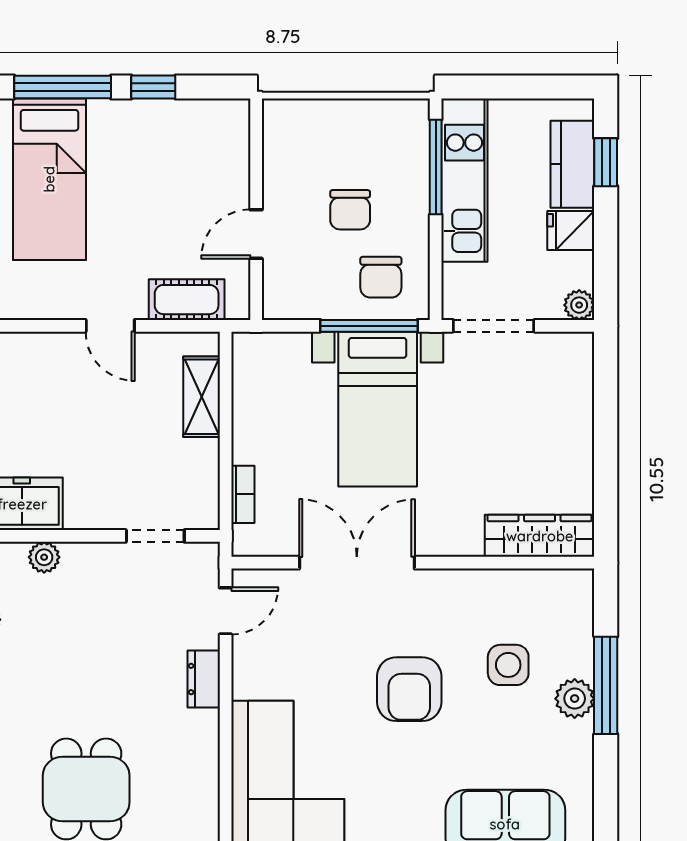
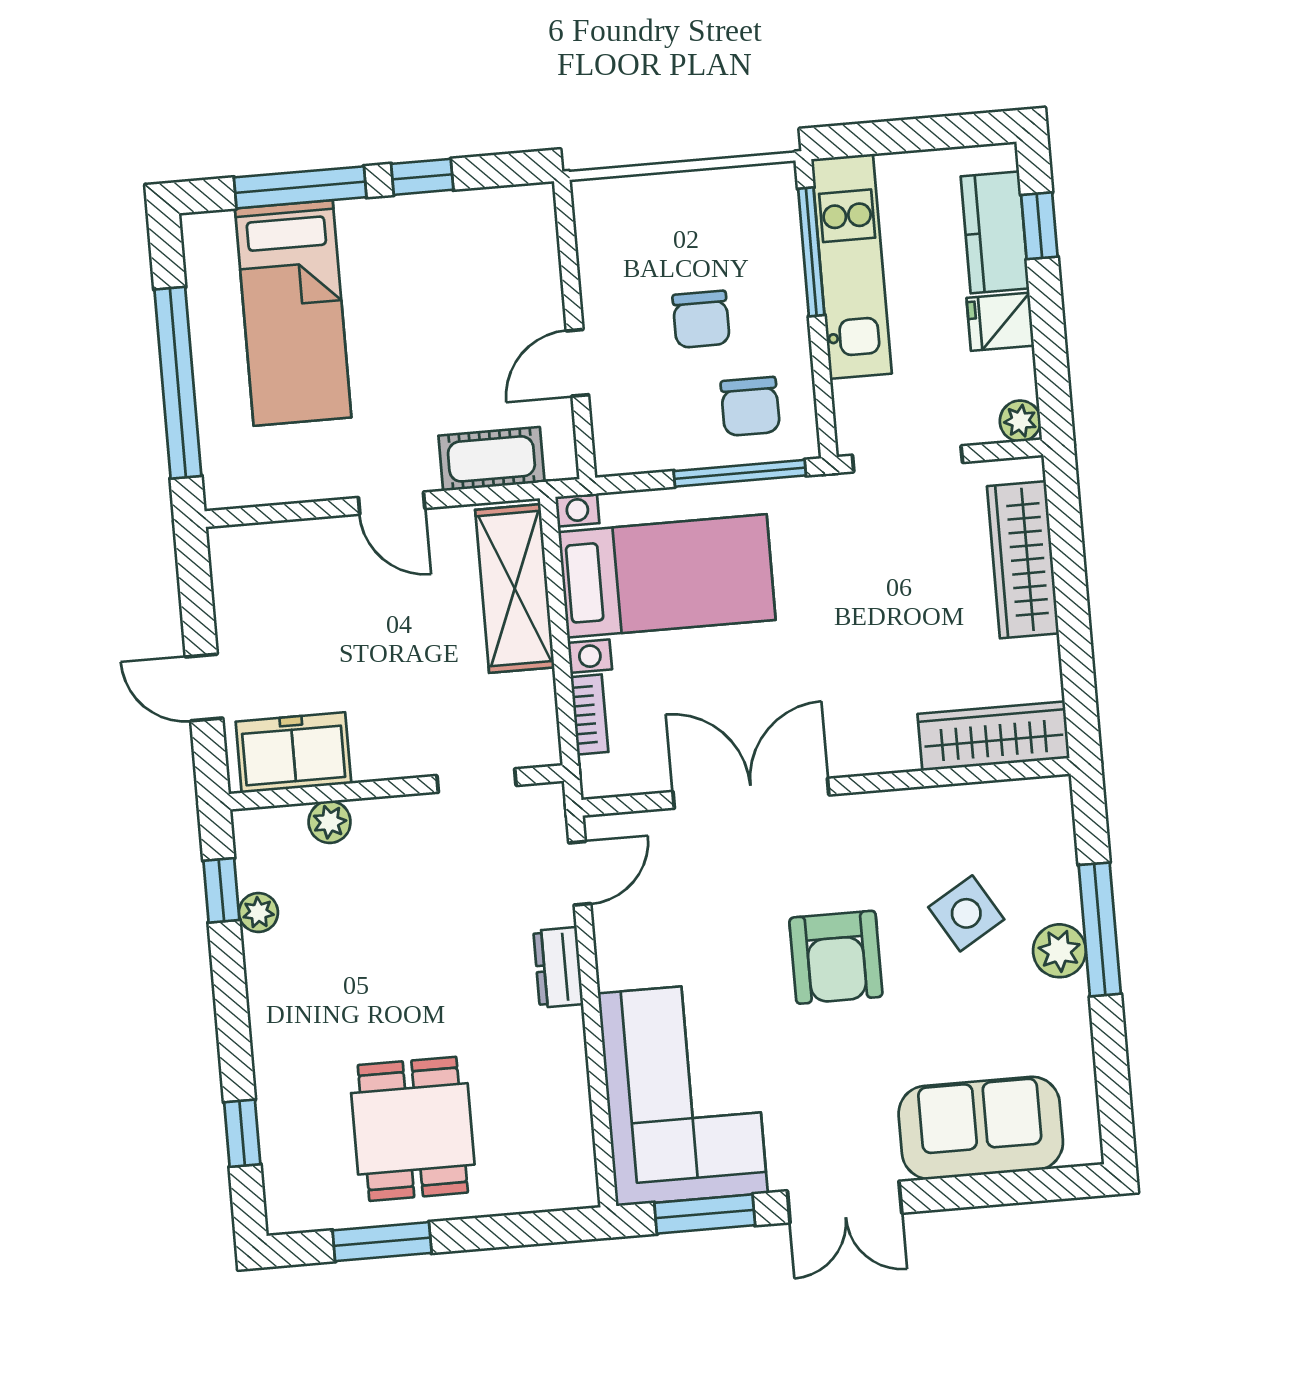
shelving: (202, 397) -> (515, 589), width x1.50, depth x1.33
wardrobe: (572, 408) -> (1023, 560), added
bed with nightstands: (378, 409) -> (667, 576), moved, turned -90
side table: (508, 665) -> (966, 913), turned -31

